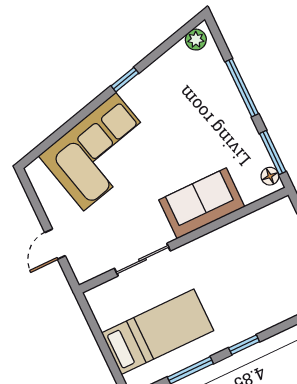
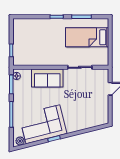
corner sofa: (100, 152) -> (43, 124), moved

